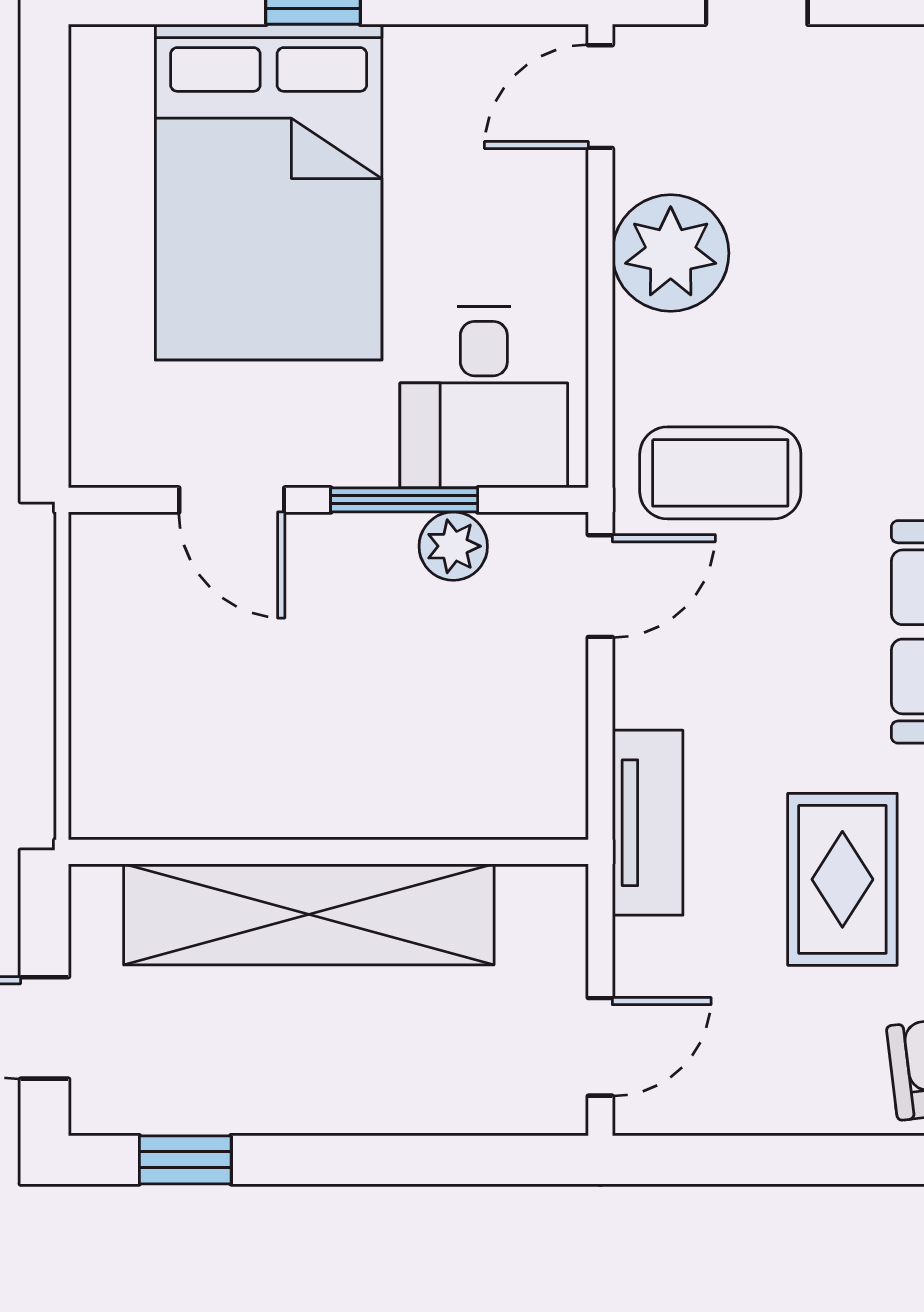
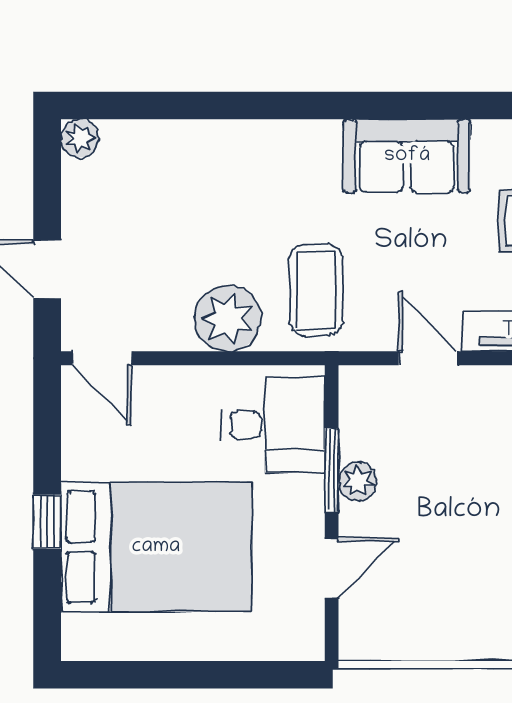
plant: (671, 253) -> (228, 318), moved
plant: (453, 546) -> (358, 481), moved
door: (600, 586) -> (428, 358), moved

